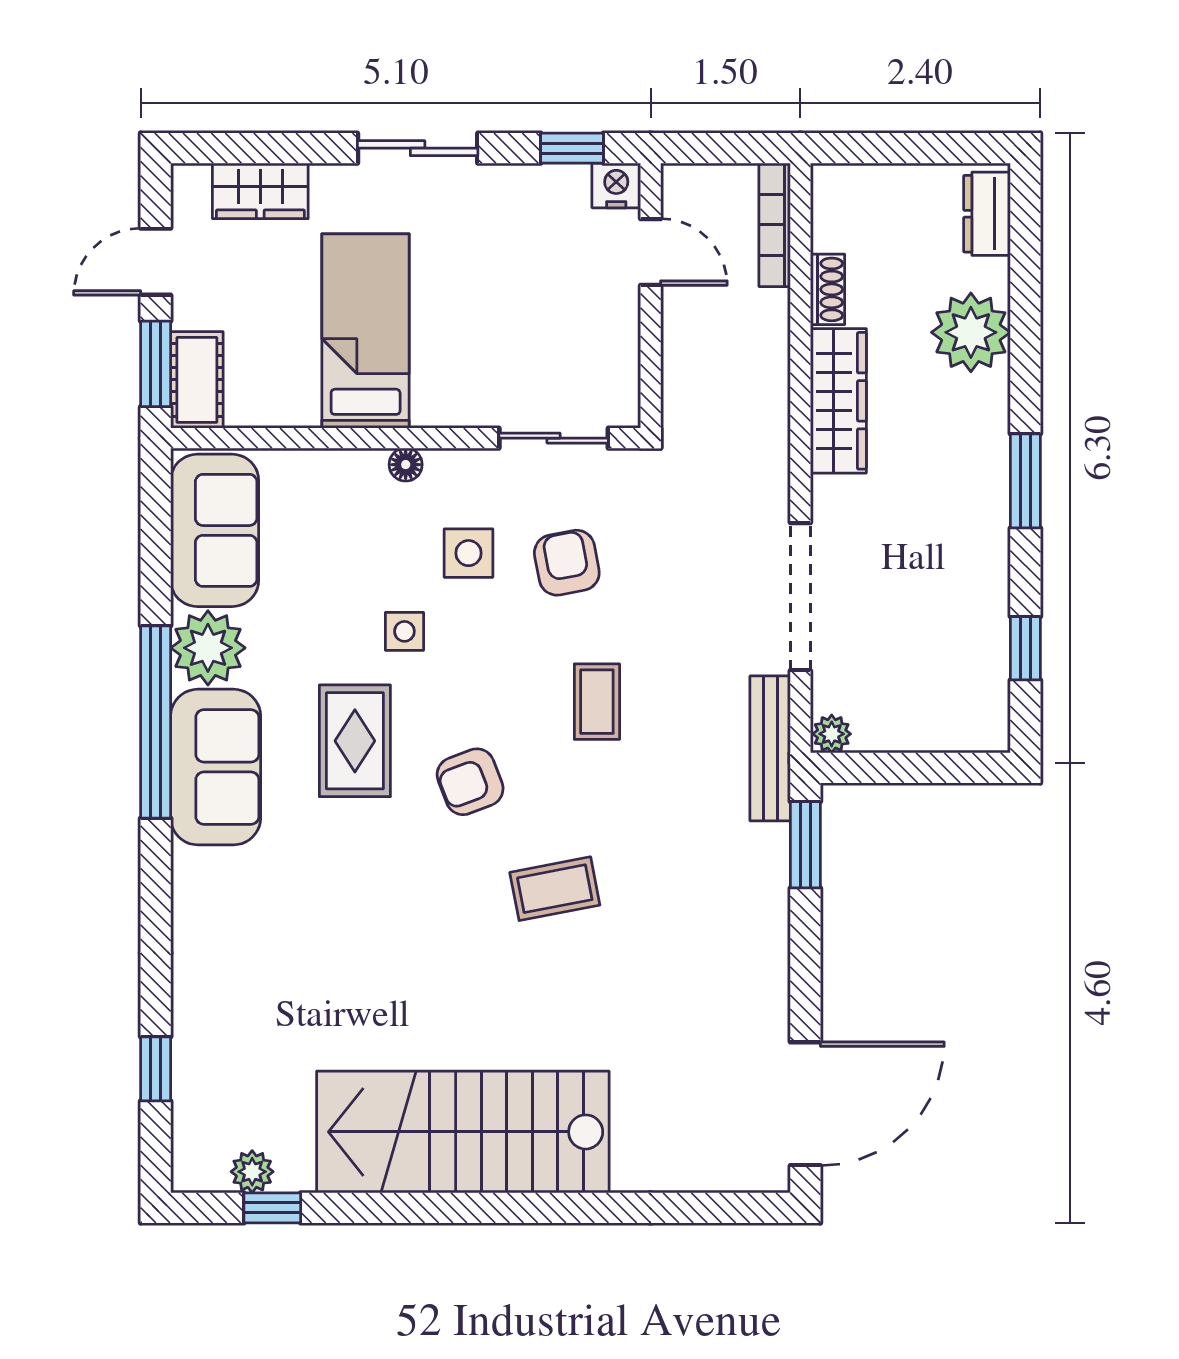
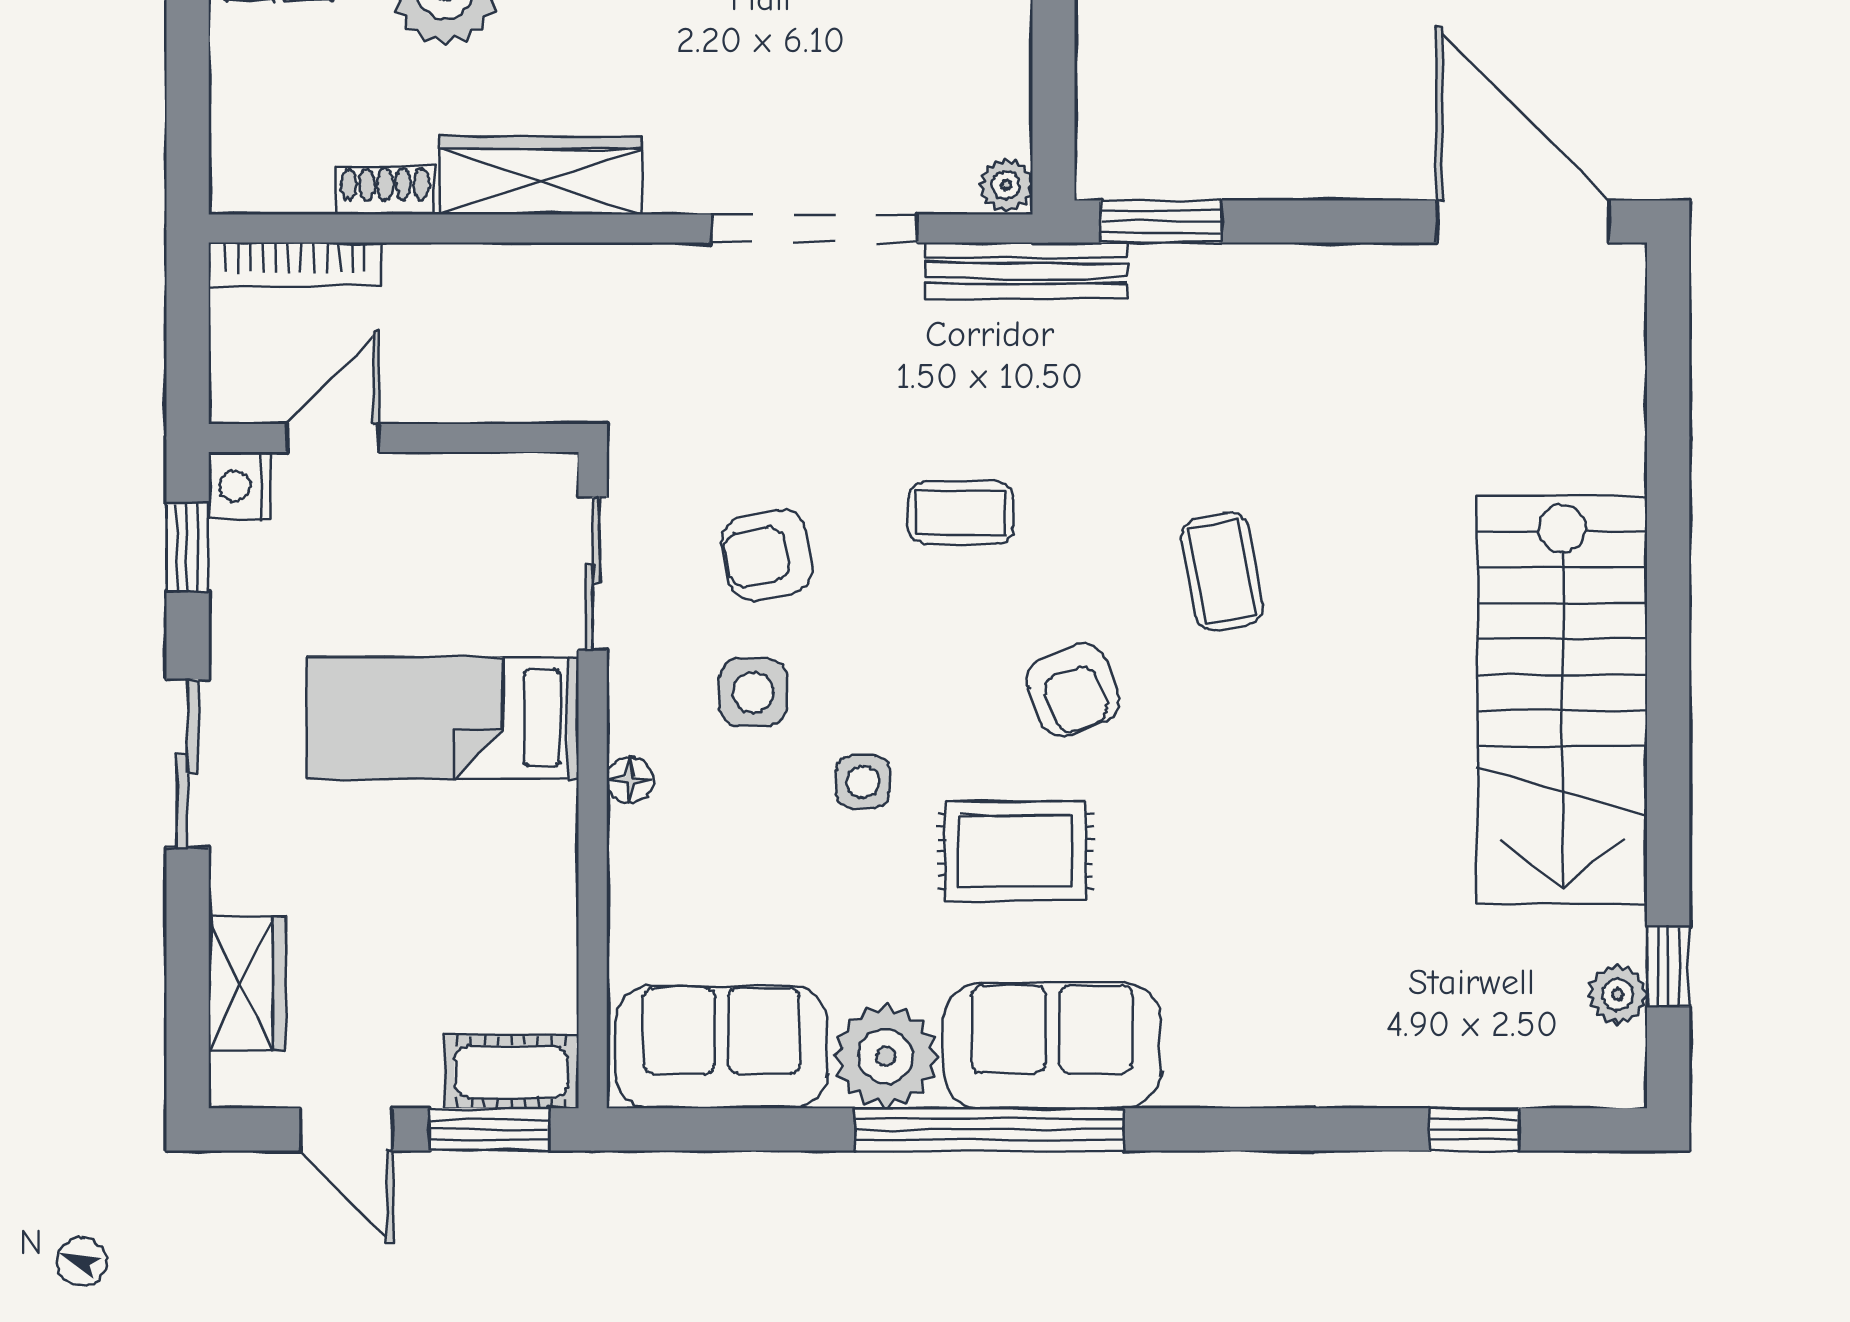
bed: (366, 331) -> (443, 718), moved

